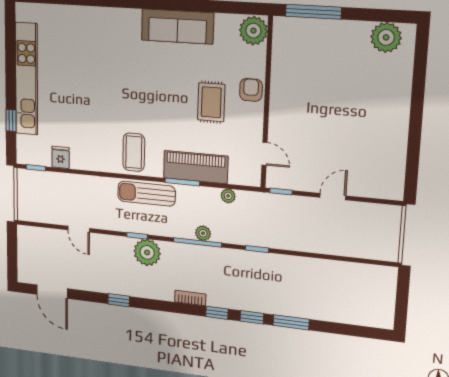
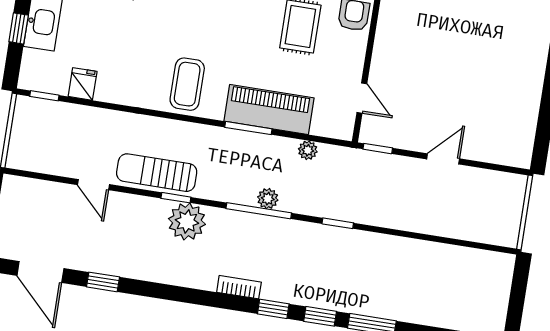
sun lounger: (147, 194) -> (157, 173), moved
window: (119, 300) -> (103, 282), moved

